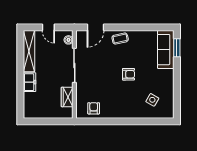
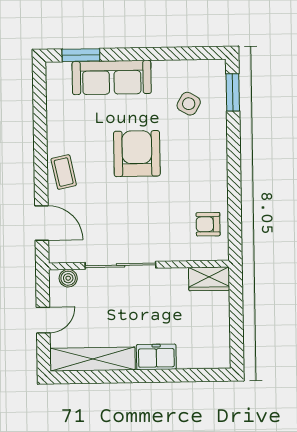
sofa: (166, 50) -> (112, 77), moved
armchair: (128, 74) -> (137, 154), width x1.88, depth x1.88
wardrobe: (67, 97) -> (209, 279), moved
window: (157, 121) -> (233, 92), added

